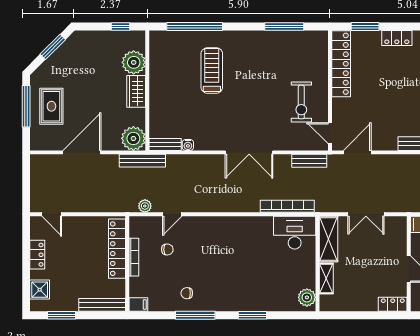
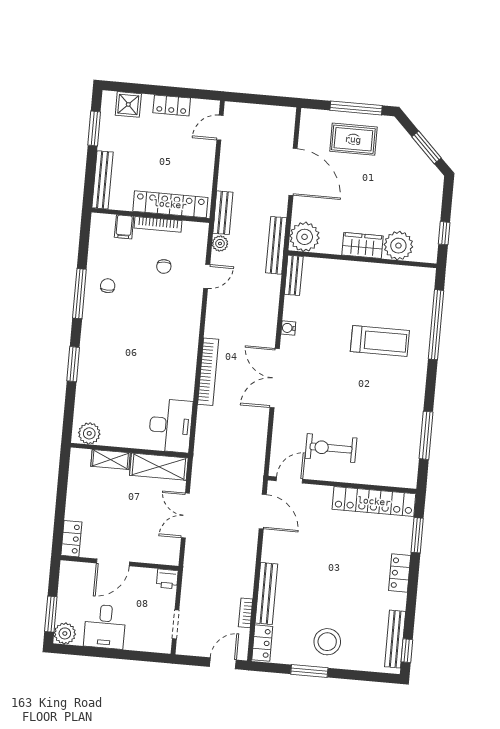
water cooler: (188, 145) -> (288, 328), moved
bench: (309, 161) -> (223, 213), moved
bookcase: (287, 206) -> (208, 372), moved
door: (172, 214) -> (207, 276), swing flipped
filing cabinet: (138, 305) -> (124, 227), moved

